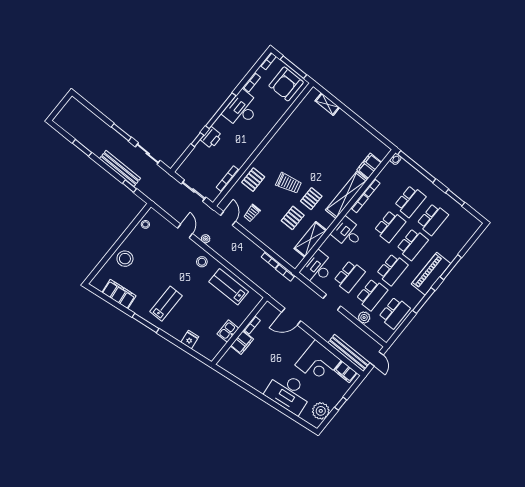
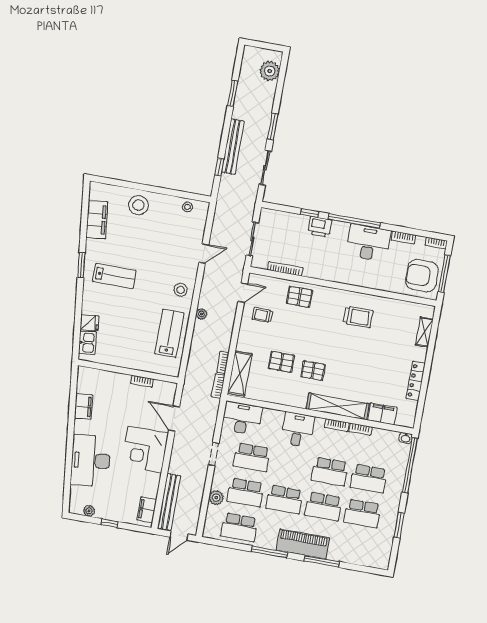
plant: (81, 113) -> (270, 71), added
locker: (359, 129) -> (416, 381), added
trolley: (289, 183) -> (358, 317), moved, turned -76
plant: (206, 239) -> (201, 314), moved
shelving: (310, 239) -> (240, 373), moved, turned 90
window: (146, 323) -> (81, 265), width x0.69
kitchen sink: (228, 331) -> (87, 343), moved, turned 83
filing cabinet: (242, 342) -> (83, 407), moved, turned -97
corner desk: (318, 363) -> (145, 449), moved
plant: (321, 411) -> (89, 511), width x0.53, depth x0.53

